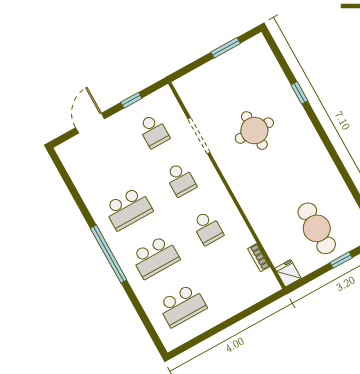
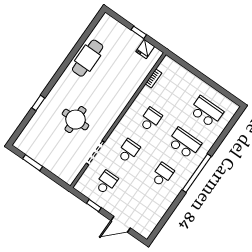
school desk: (128, 209) -> (162, 175), width x0.54
cafe table: (317, 228) -> (88, 58), moved
window: (341, 260) -> (139, 32), moved
fridge: (288, 273) -> (145, 49), moved

